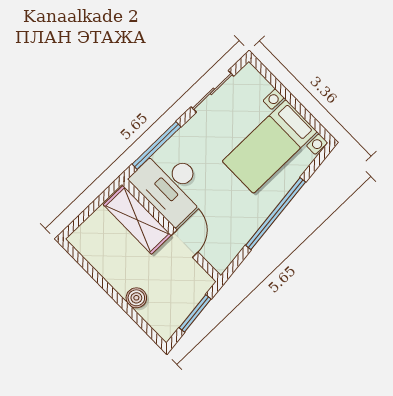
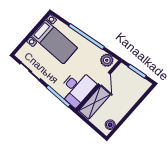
door: (185, 244) -> (104, 79), swing flipped
plant: (223, 252) -> (107, 60), added
boiler: (136, 298) -> (110, 125), moved

